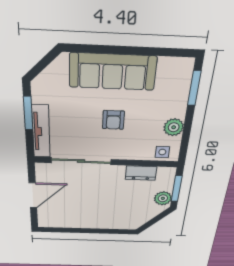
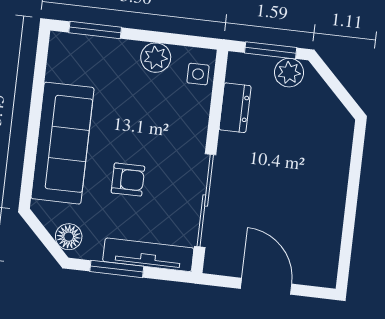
floor lamp: (45, 81) -> (69, 237), added
armchair: (113, 120) -> (128, 180), moved

